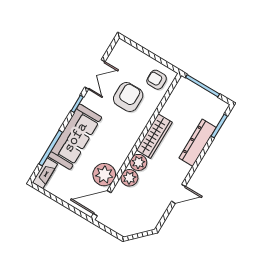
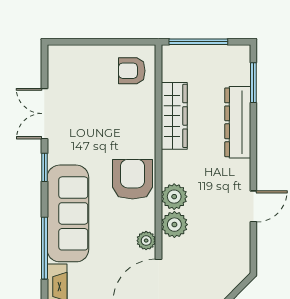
double door: (95, 74) -> (44, 114), swing flipped
armchair: (128, 97) -> (133, 179), moved
wardrobe: (154, 136) -> (174, 116), moved
plant: (104, 175) -> (146, 241), width x0.53, depth x0.53

